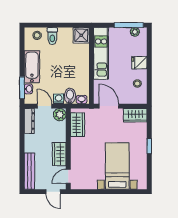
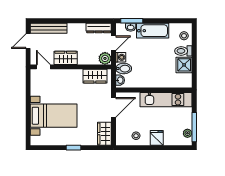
shower: (81, 35) -> (184, 65), moved
door: (53, 192) -> (28, 41), moved

